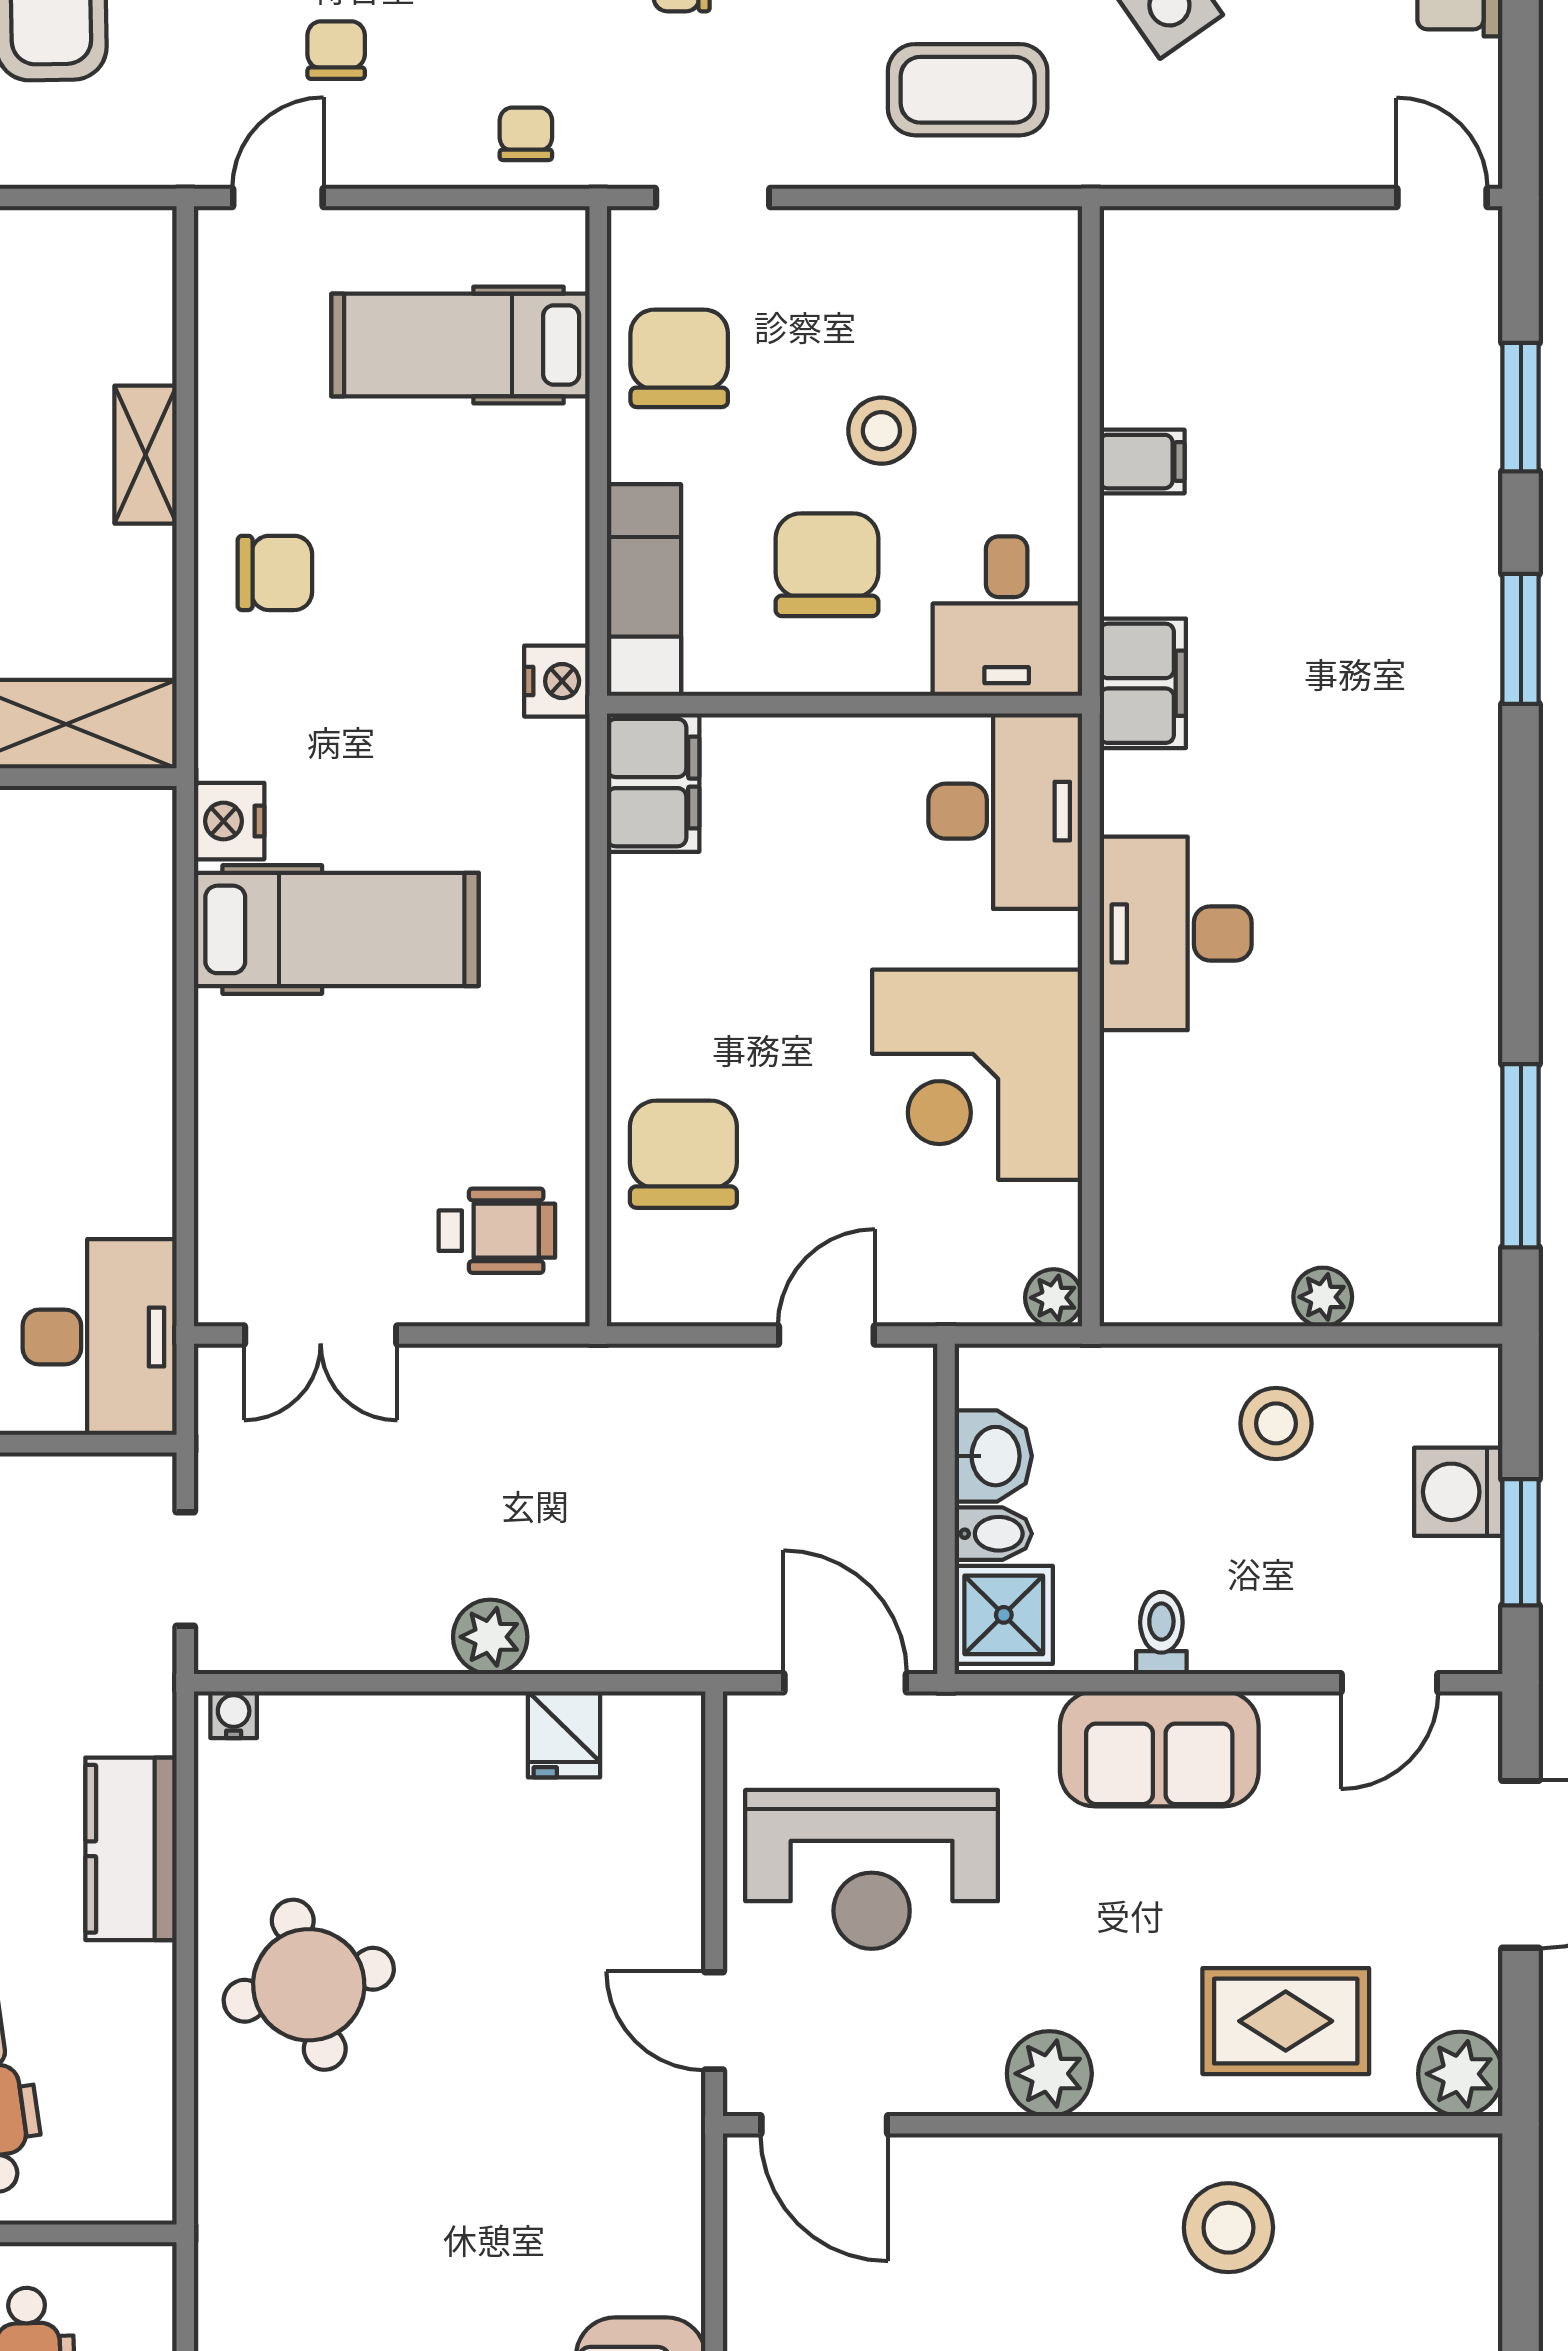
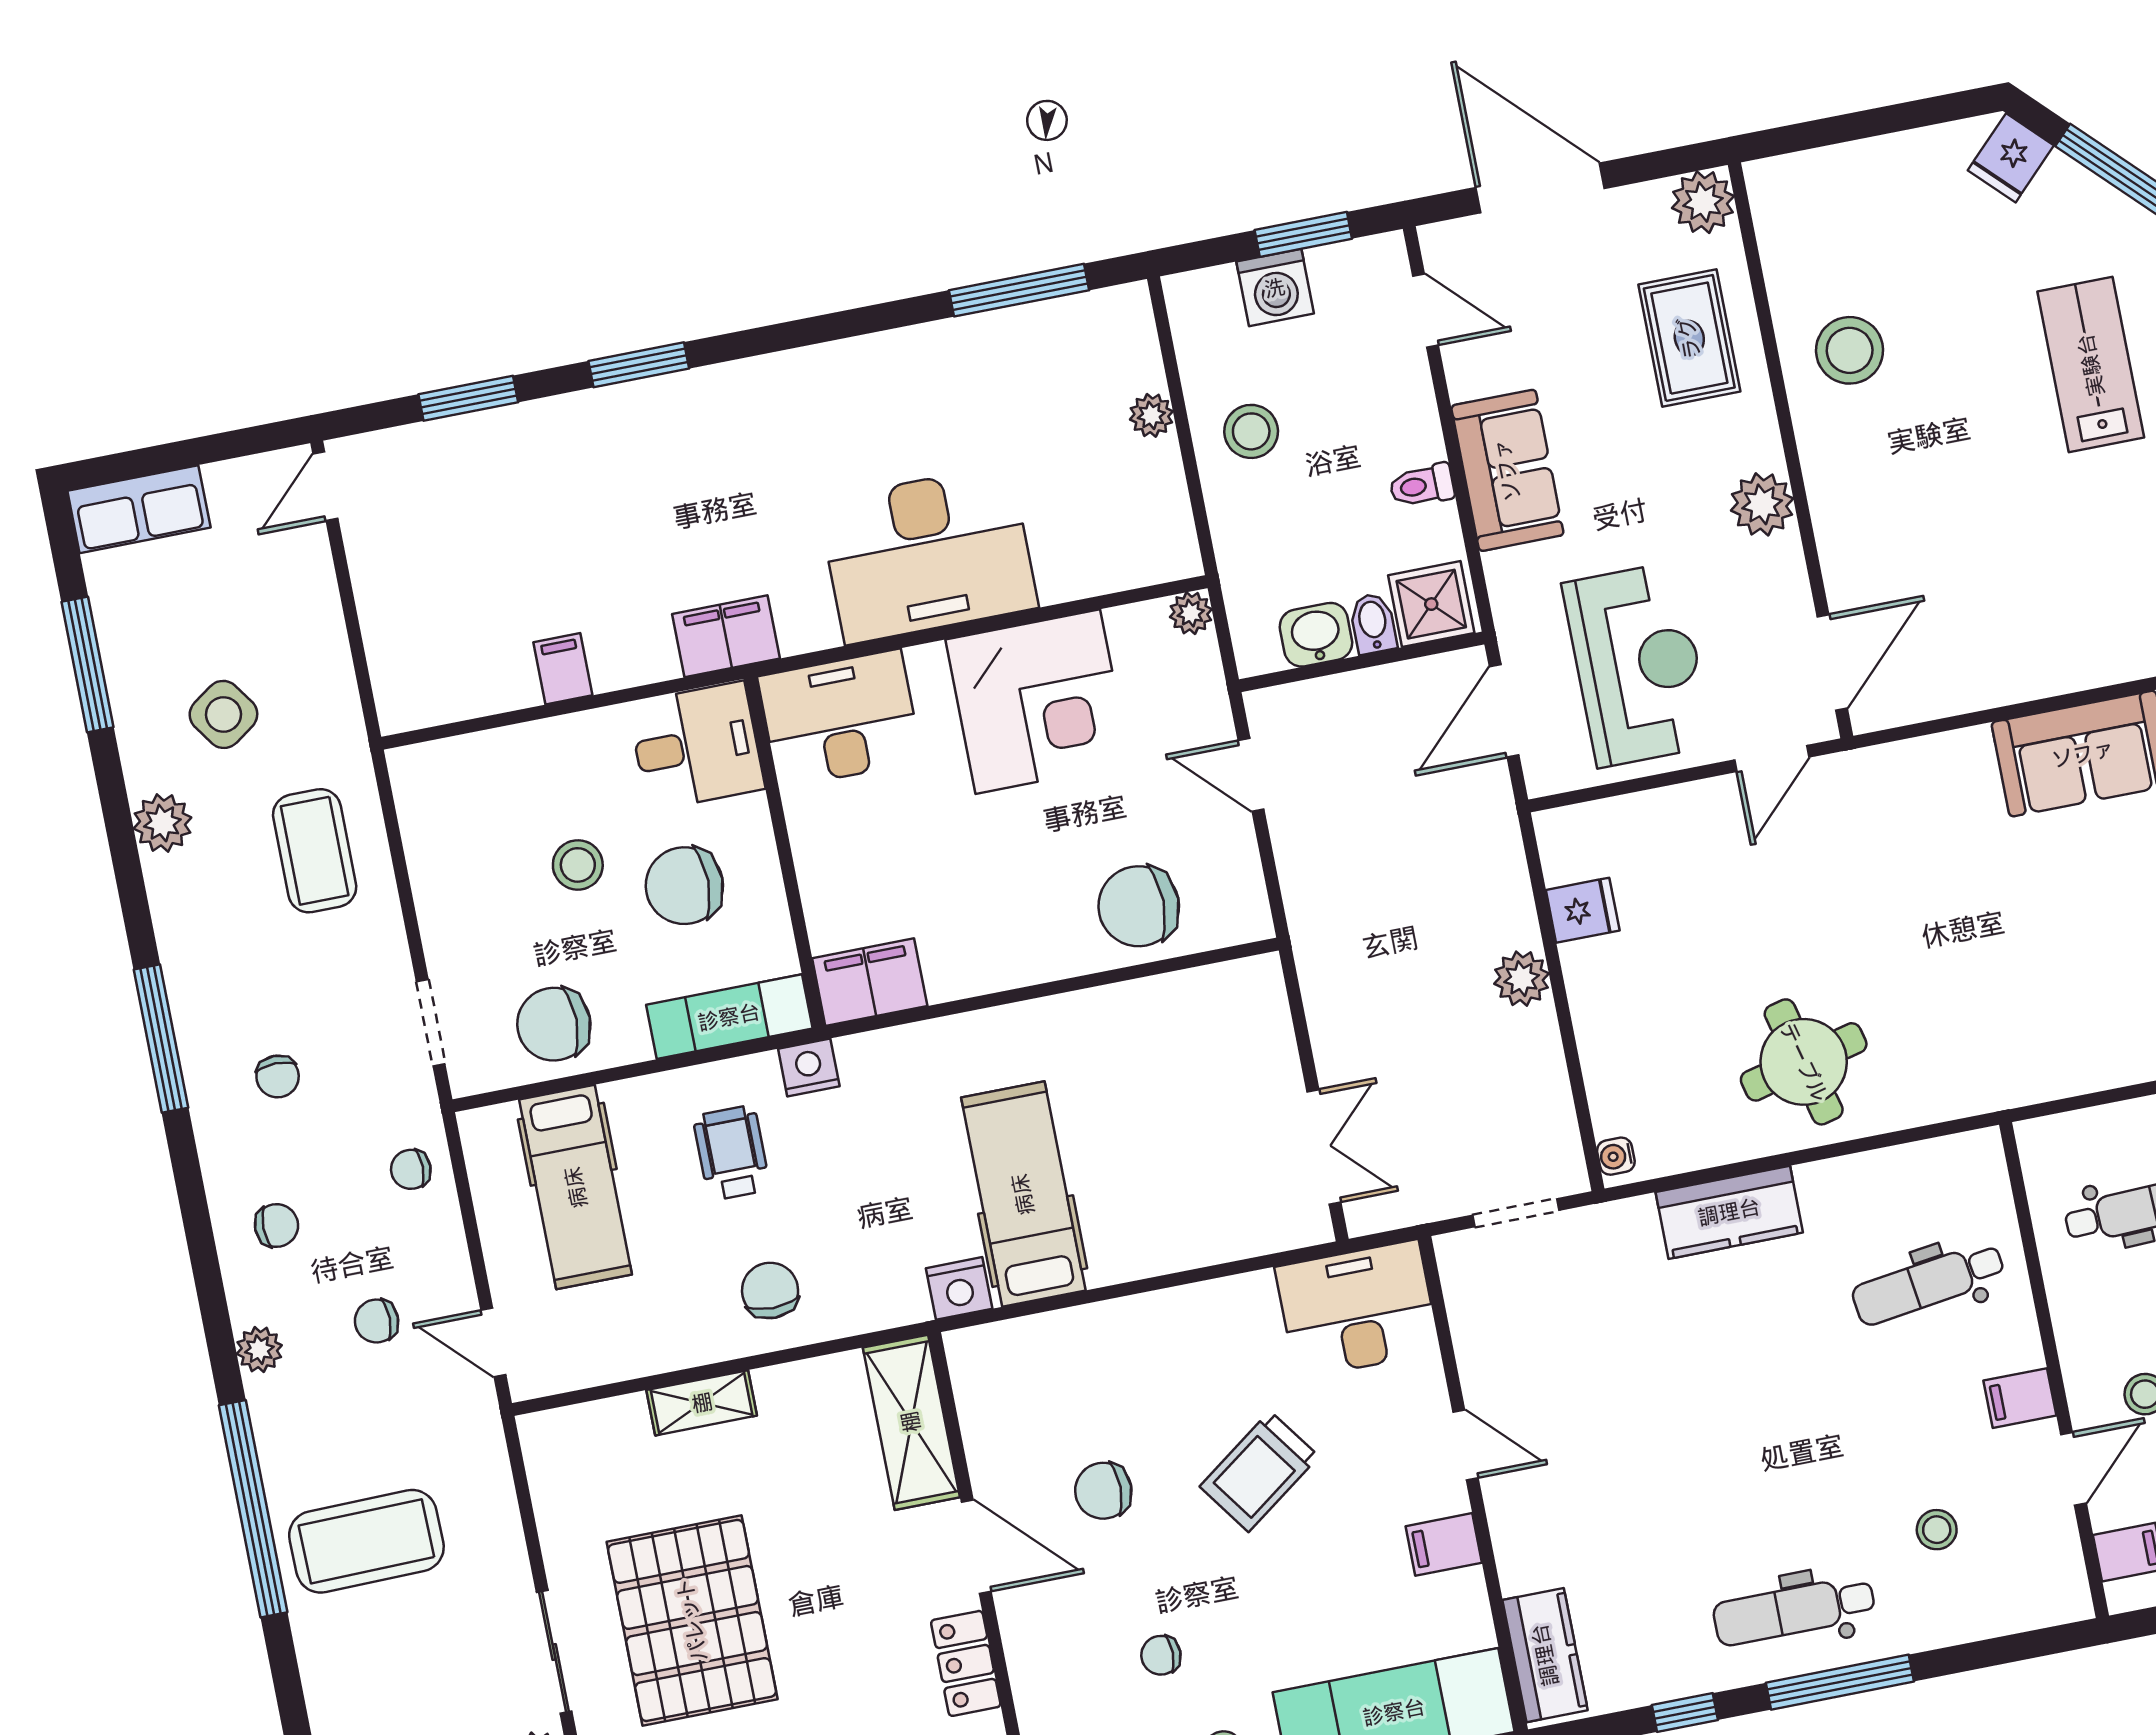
desk: (1176, 933) -> (928, 554), width x1.36, depth x1.30
wheelchair: (497, 1231) -> (732, 1153), moved

